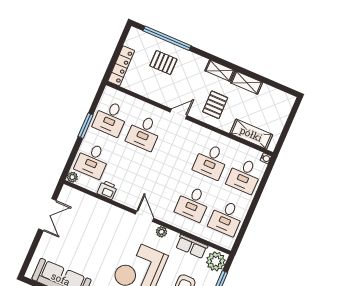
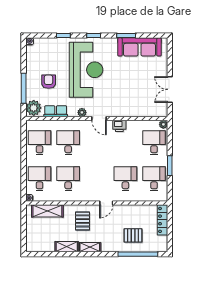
printer: (107, 190) -> (119, 126), moved

